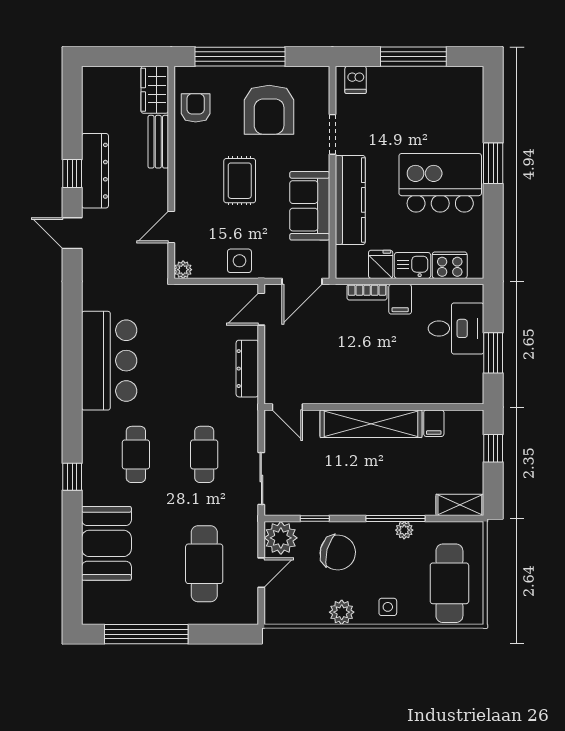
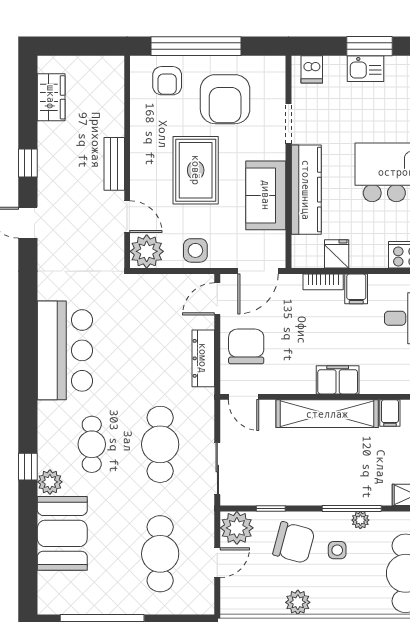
window: (413, 57) -> (370, 46), width x0.69
wardrobe: (155, 90) -> (51, 97), moved, turned 180
armchair: (196, 108) -> (167, 81), moved, turned 180
bench: (158, 142) -> (114, 164), moved
dresser: (95, 171) -> (51, 160), removed
rug: (240, 181) -> (196, 170), width x1.36, depth x1.43
door: (171, 227) -> (127, 217), swing flipped
kitchen sink: (412, 265) -> (365, 69), moved, turned 180
plant: (183, 270) -> (147, 251), width x1.88, depth x1.88
chair: (290, 357) -> (246, 346), added
filing cabinet: (382, 390) -> (338, 380), added
cafe table: (204, 454) -> (160, 444), width x1.37, depth x1.35
plant: (94, 492) -> (50, 482), added
side table: (388, 607) -> (337, 550), moved

